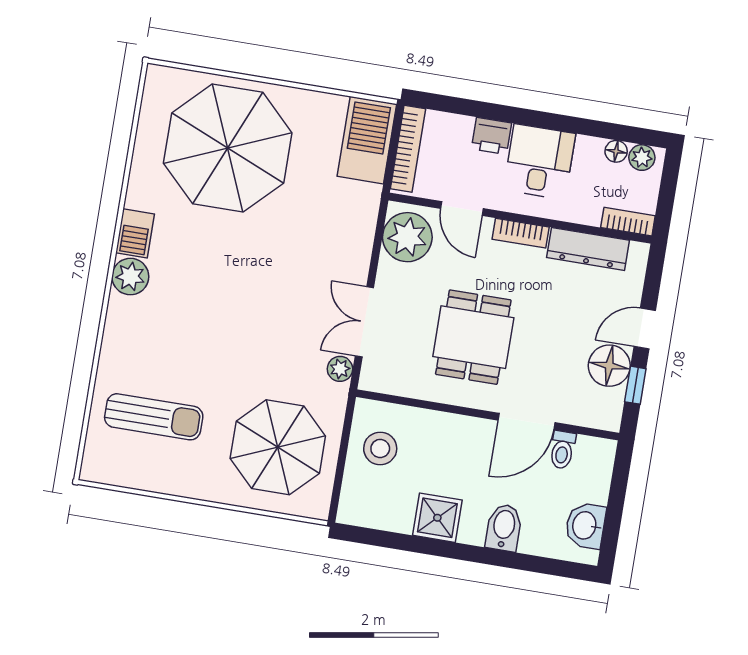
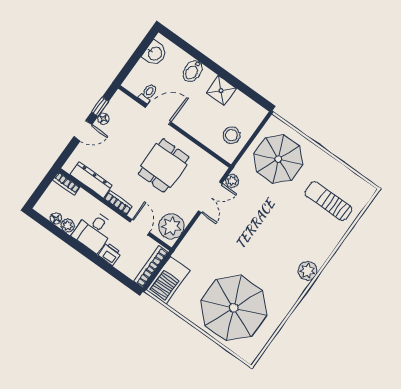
plant: (642, 158) -> (68, 226), moved
barbecue: (135, 233) -> (296, 290), removed
floor lamp: (609, 366) -> (103, 119), width x0.53, depth x0.53

